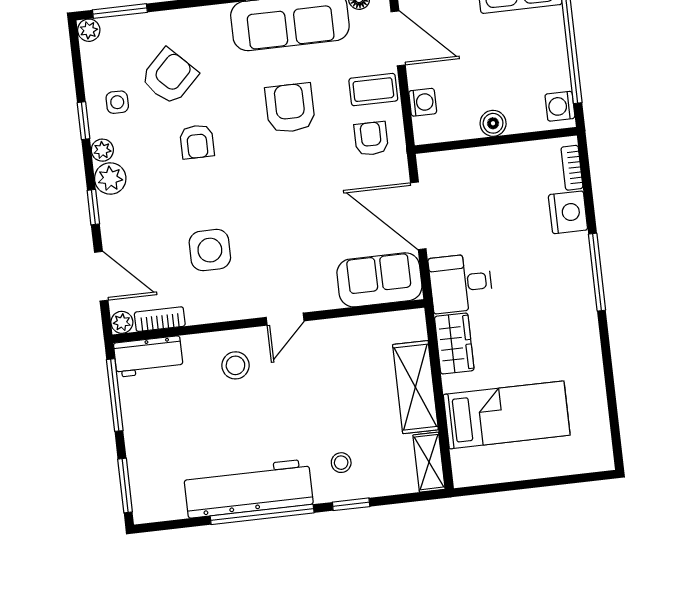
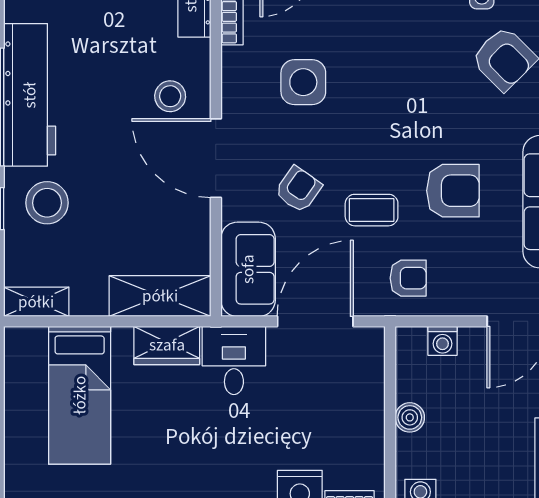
coffee table: (373, 90) -> (372, 210), moved, turned 90
armchair: (197, 142) -> (298, 189), moved, turned 125
door: (285, 319) -> (216, 158), width x1.88
shelving: (415, 387) -> (160, 296), moved
stool: (341, 463) -> (47, 203), width x1.89, depth x1.89

